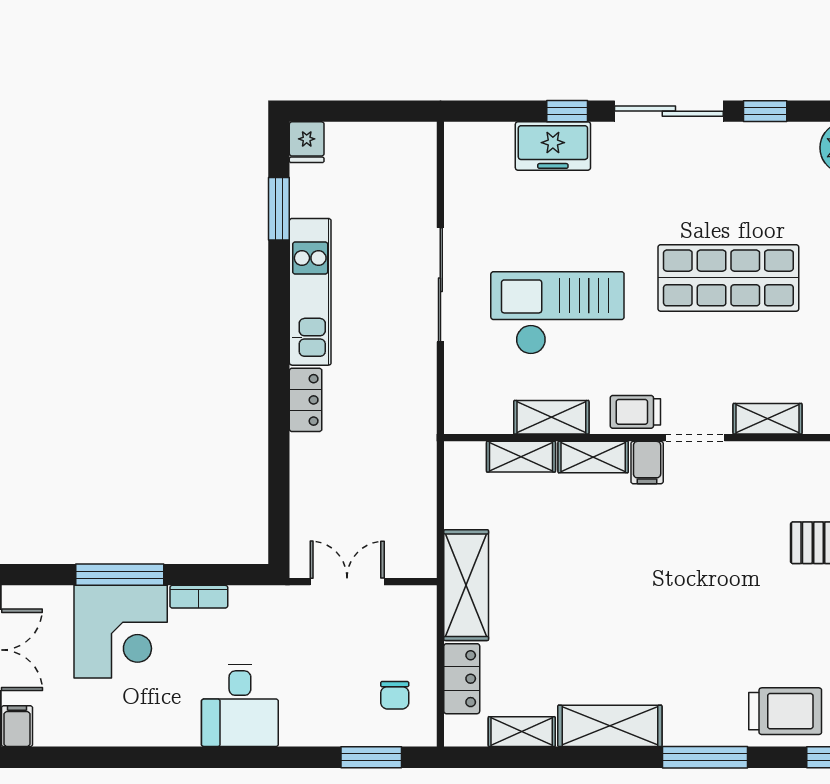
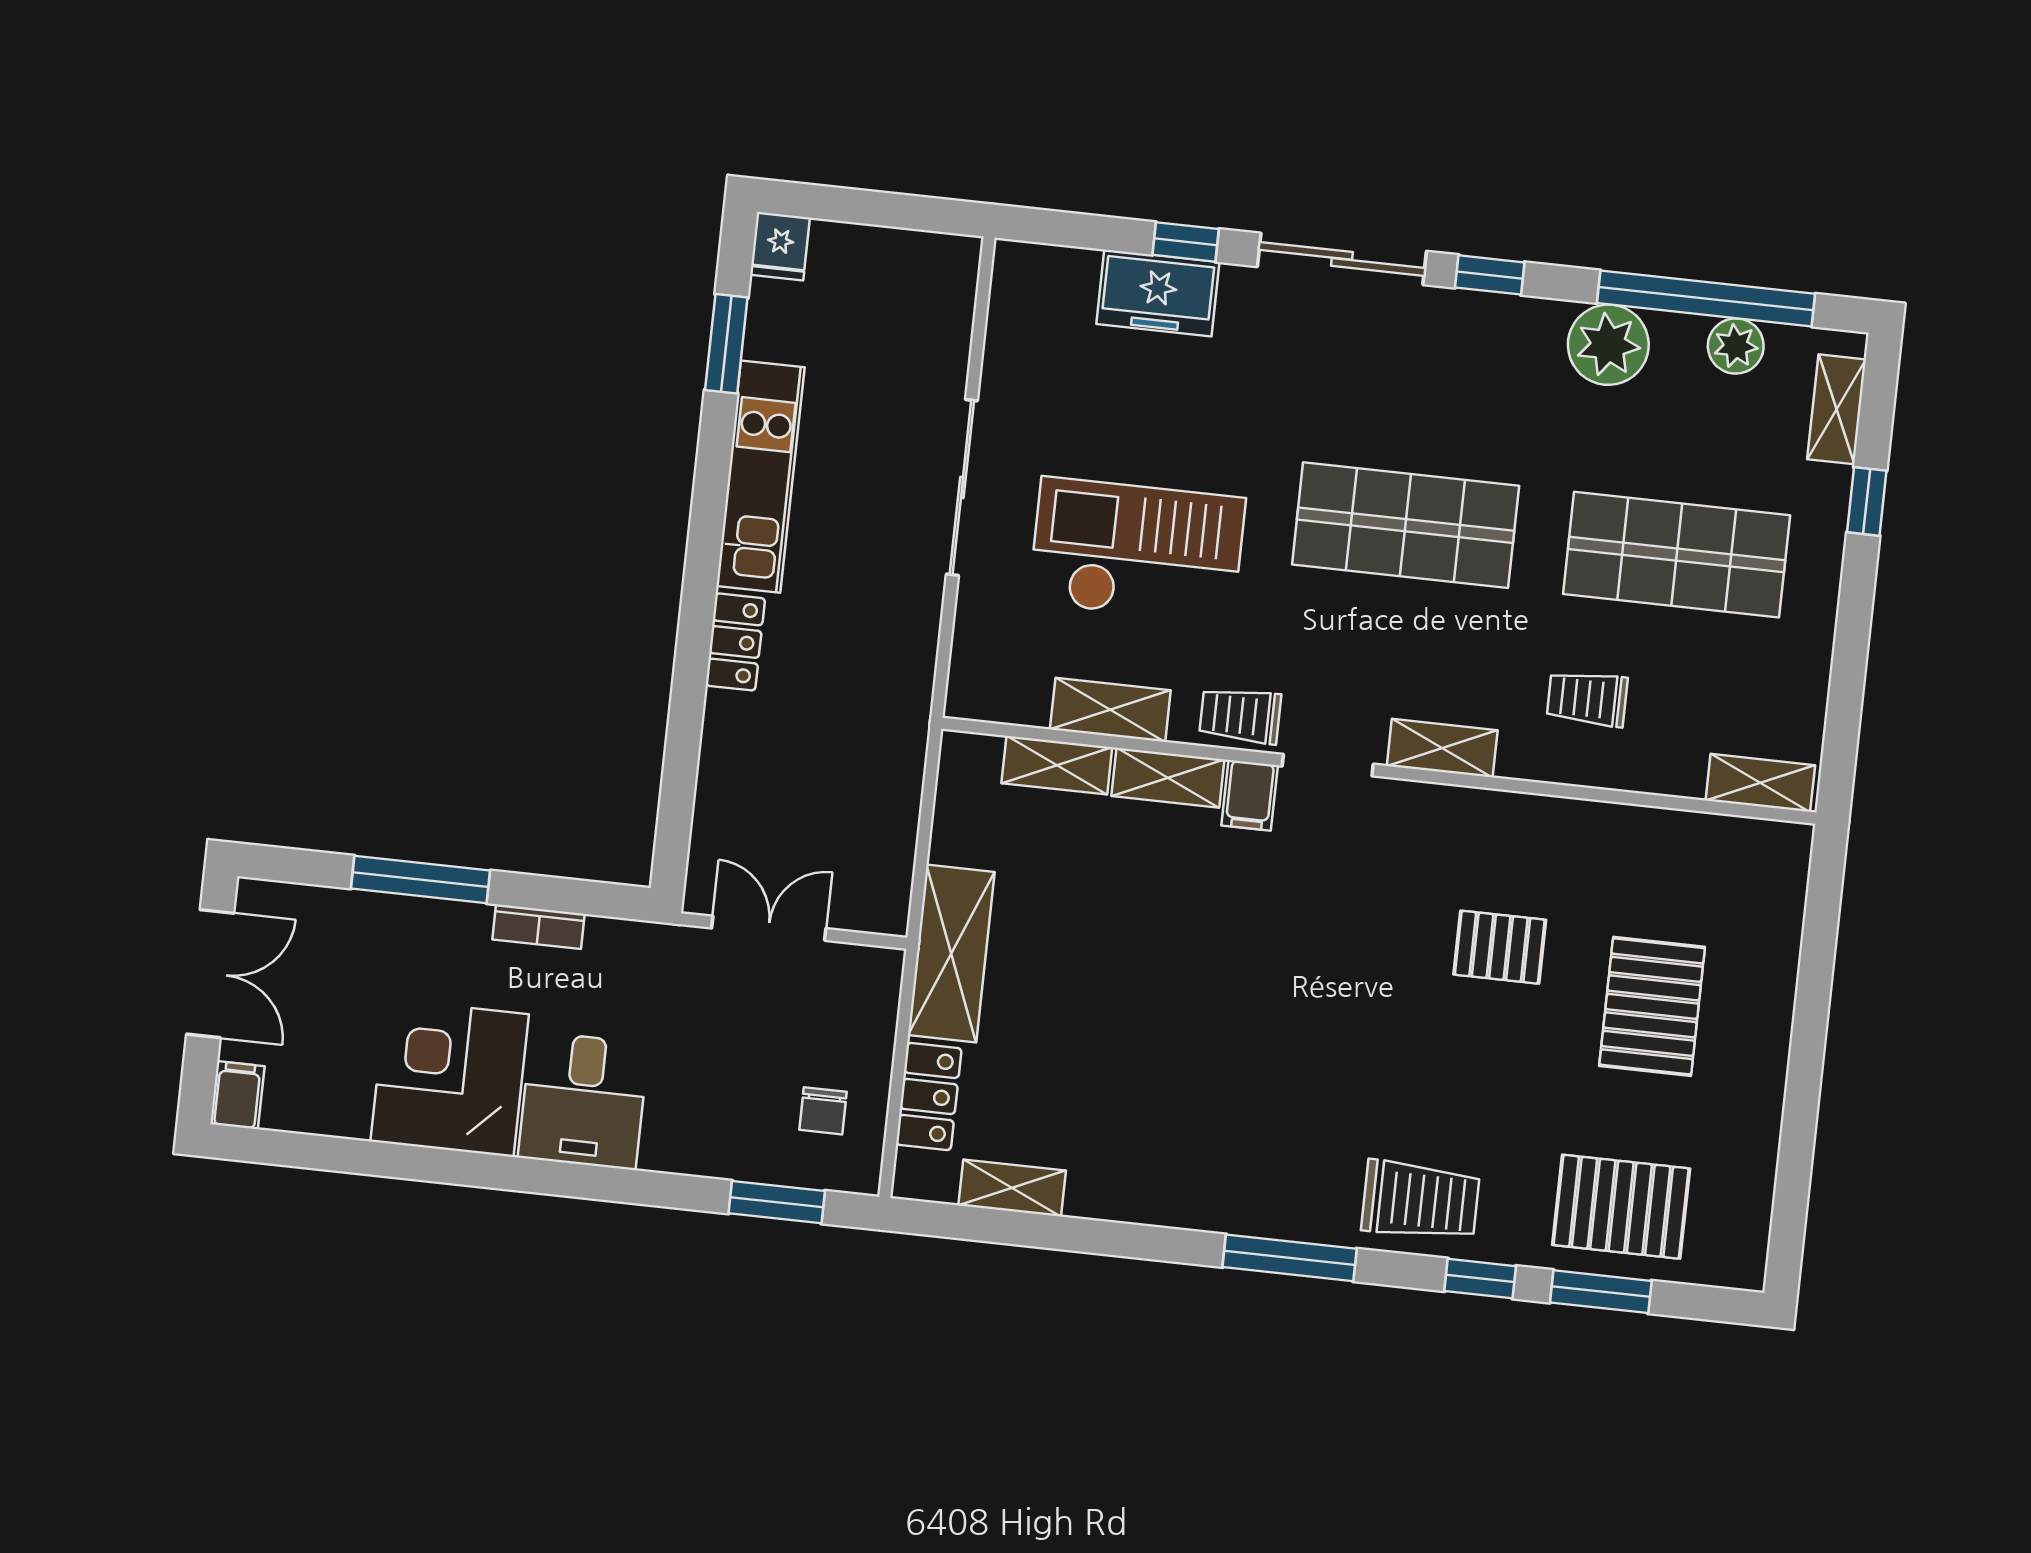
corner desk: (121, 632) -> (450, 1078), moved, turned 180
shelving: (610, 726) -> (1149, 1194), removed

